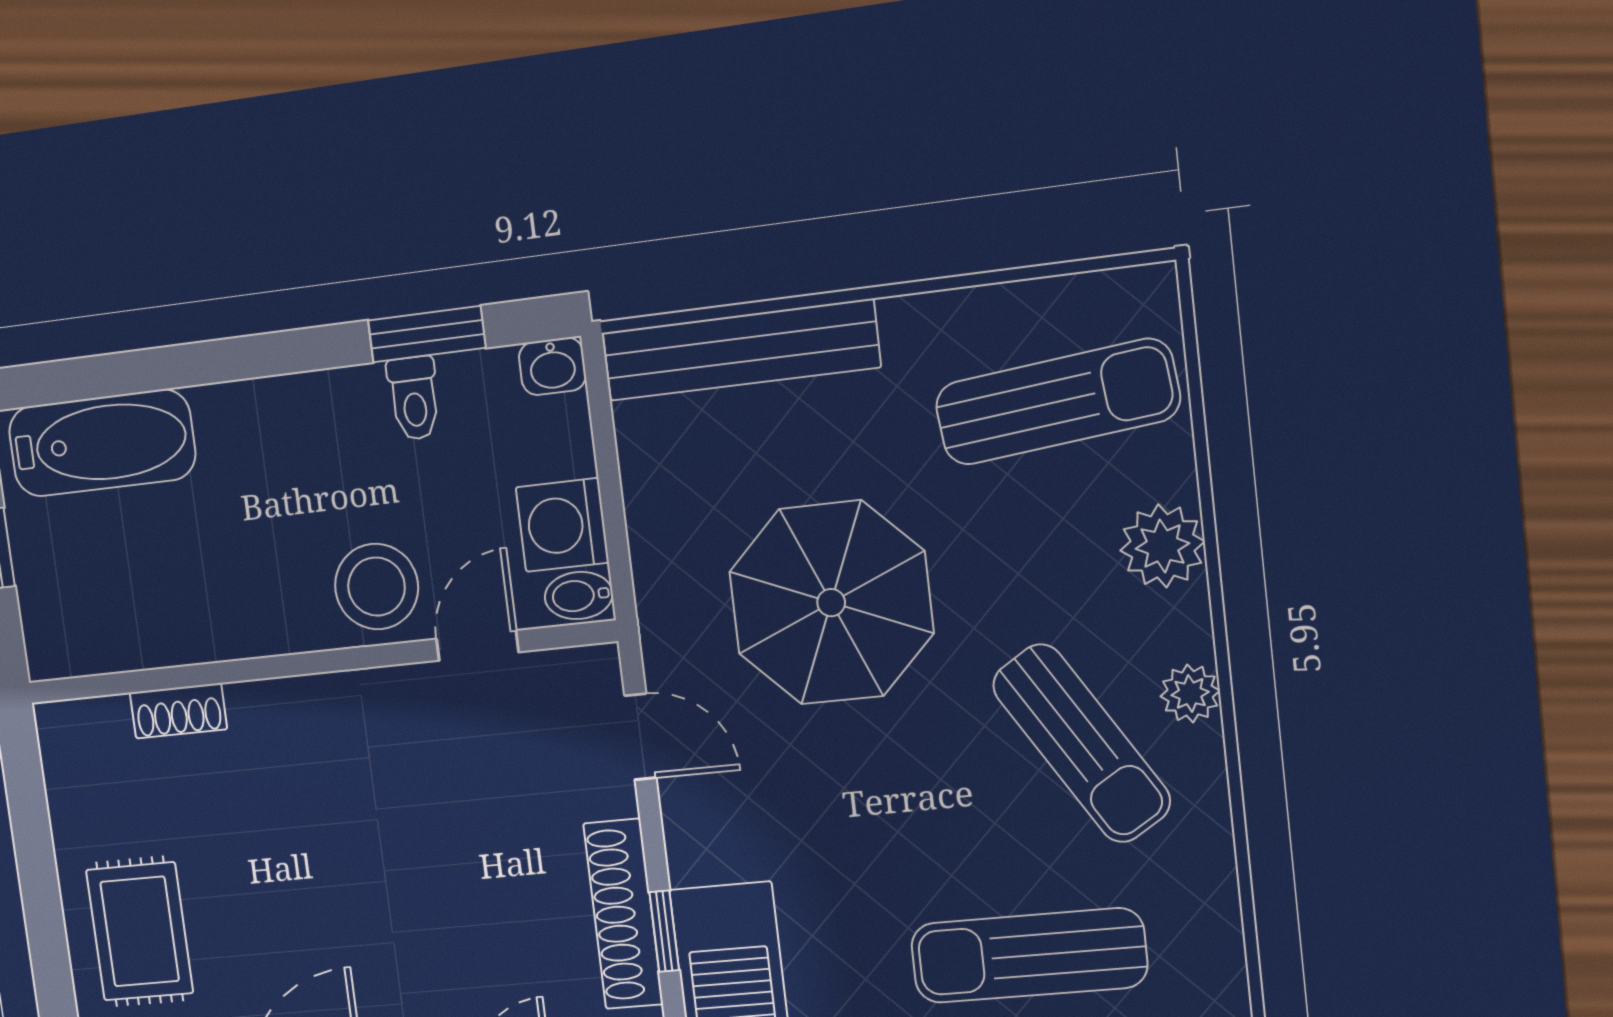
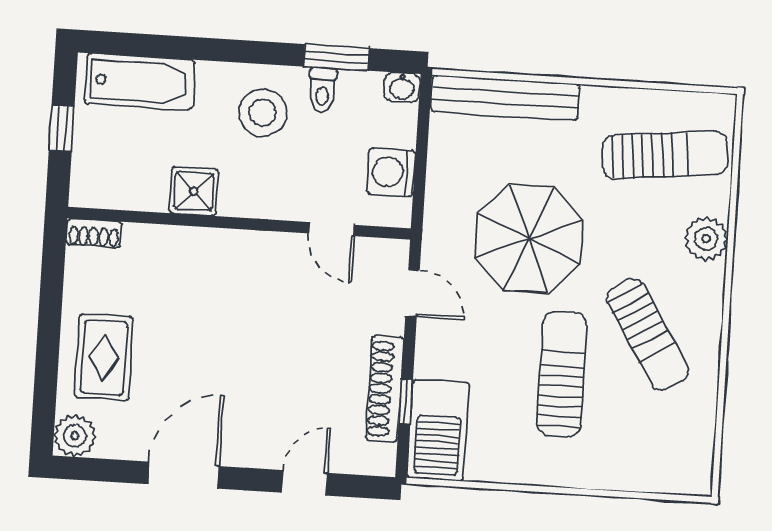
stool: (377, 587) -> (263, 113), moved
bidet: (579, 596) -> (393, 212), removed
shower: (230, 619) -> (194, 191), added
door: (477, 645) -> (332, 229), swing flipped
plant: (1190, 693) -> (708, 318), removed
shoe rack: (178, 711) -> (94, 233), moved
sun lounger: (1029, 955) -> (562, 374), moved, turned 90

